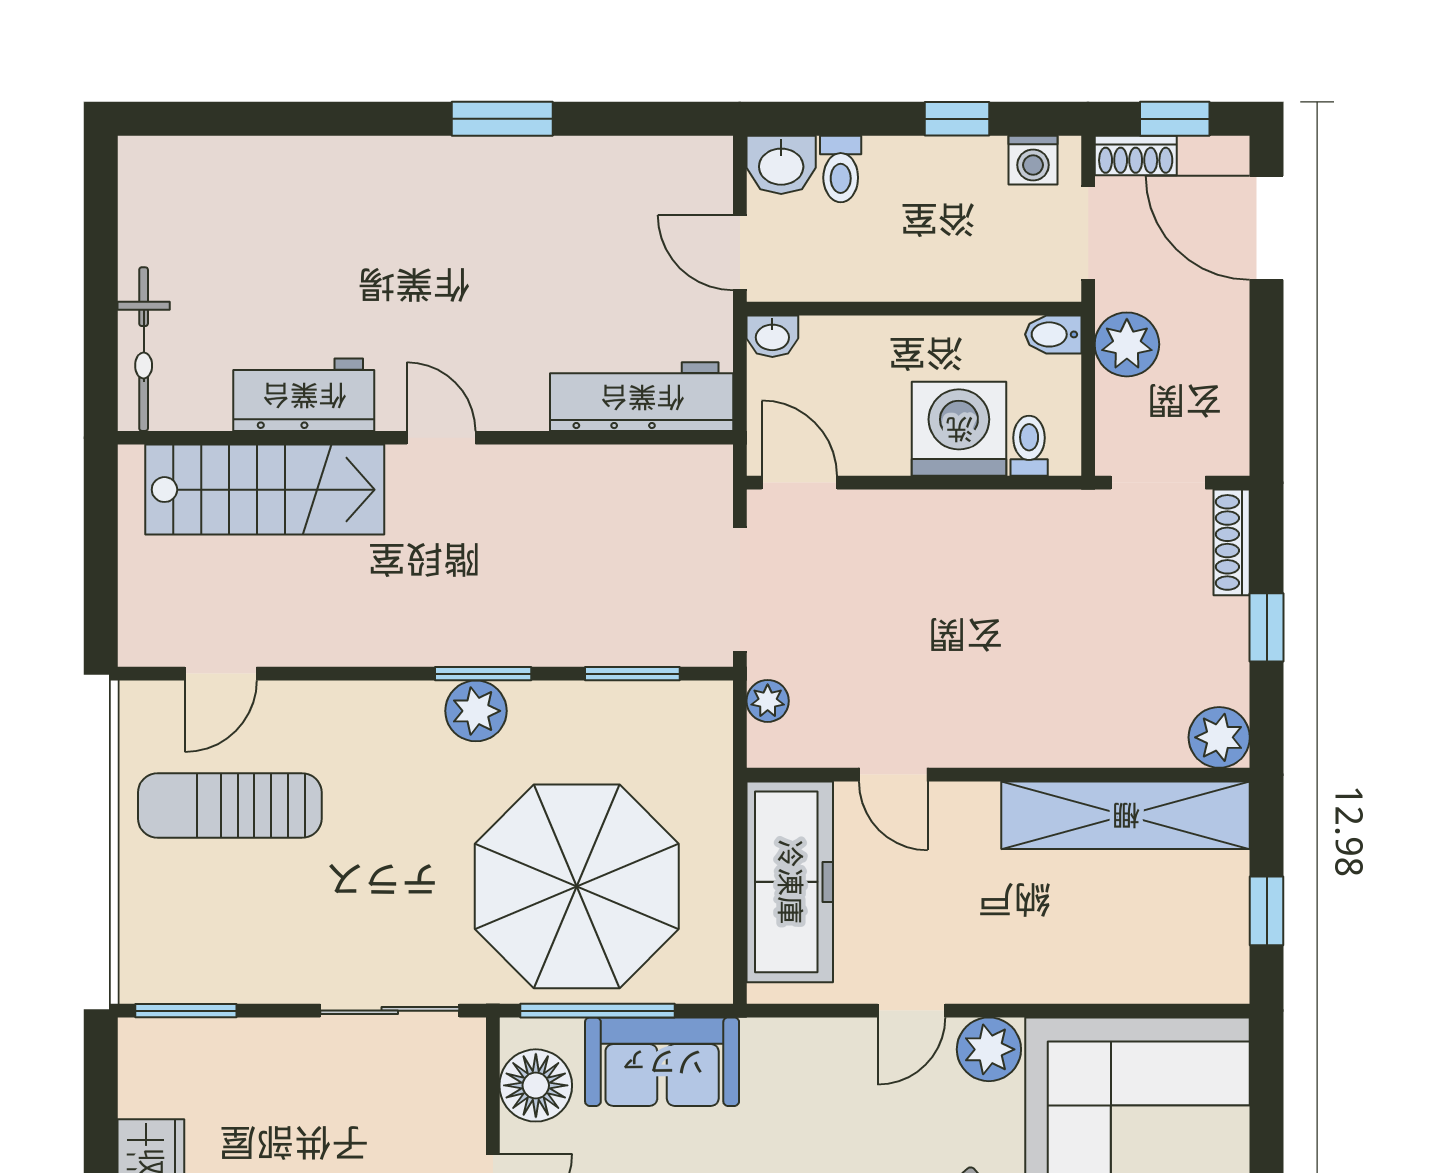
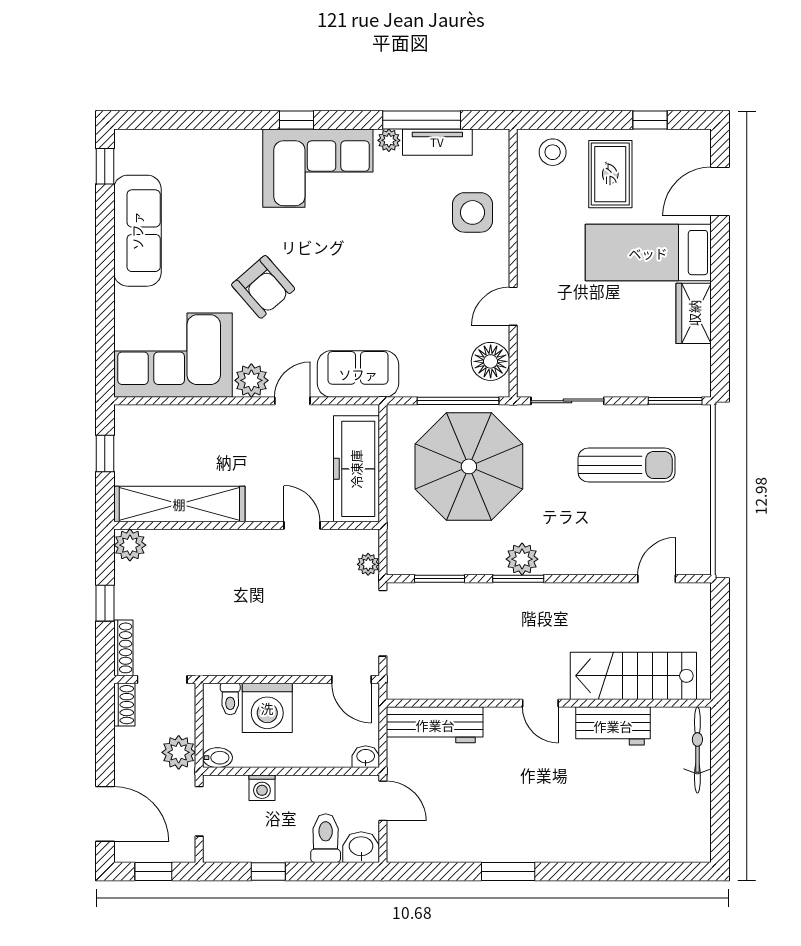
shoe rack: (1136, 156) -> (124, 705), moved, turned 90
washing machine: (1033, 160) -> (262, 788), moved, turned 180
toilet: (841, 169) -> (326, 838), width x1.37, depth x1.39
sun lounger: (230, 805) -> (627, 465), moved
sofa: (662, 1062) -> (358, 374), moved

